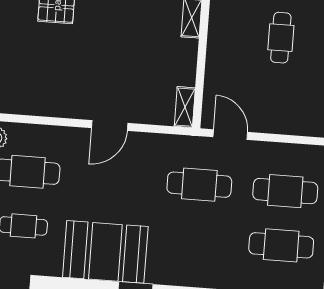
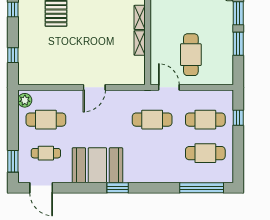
cafe table: (281, 38) -> (191, 55), moved, width x1.37, depth x1.35
shelving: (185, 107) -> (140, 43), moved

